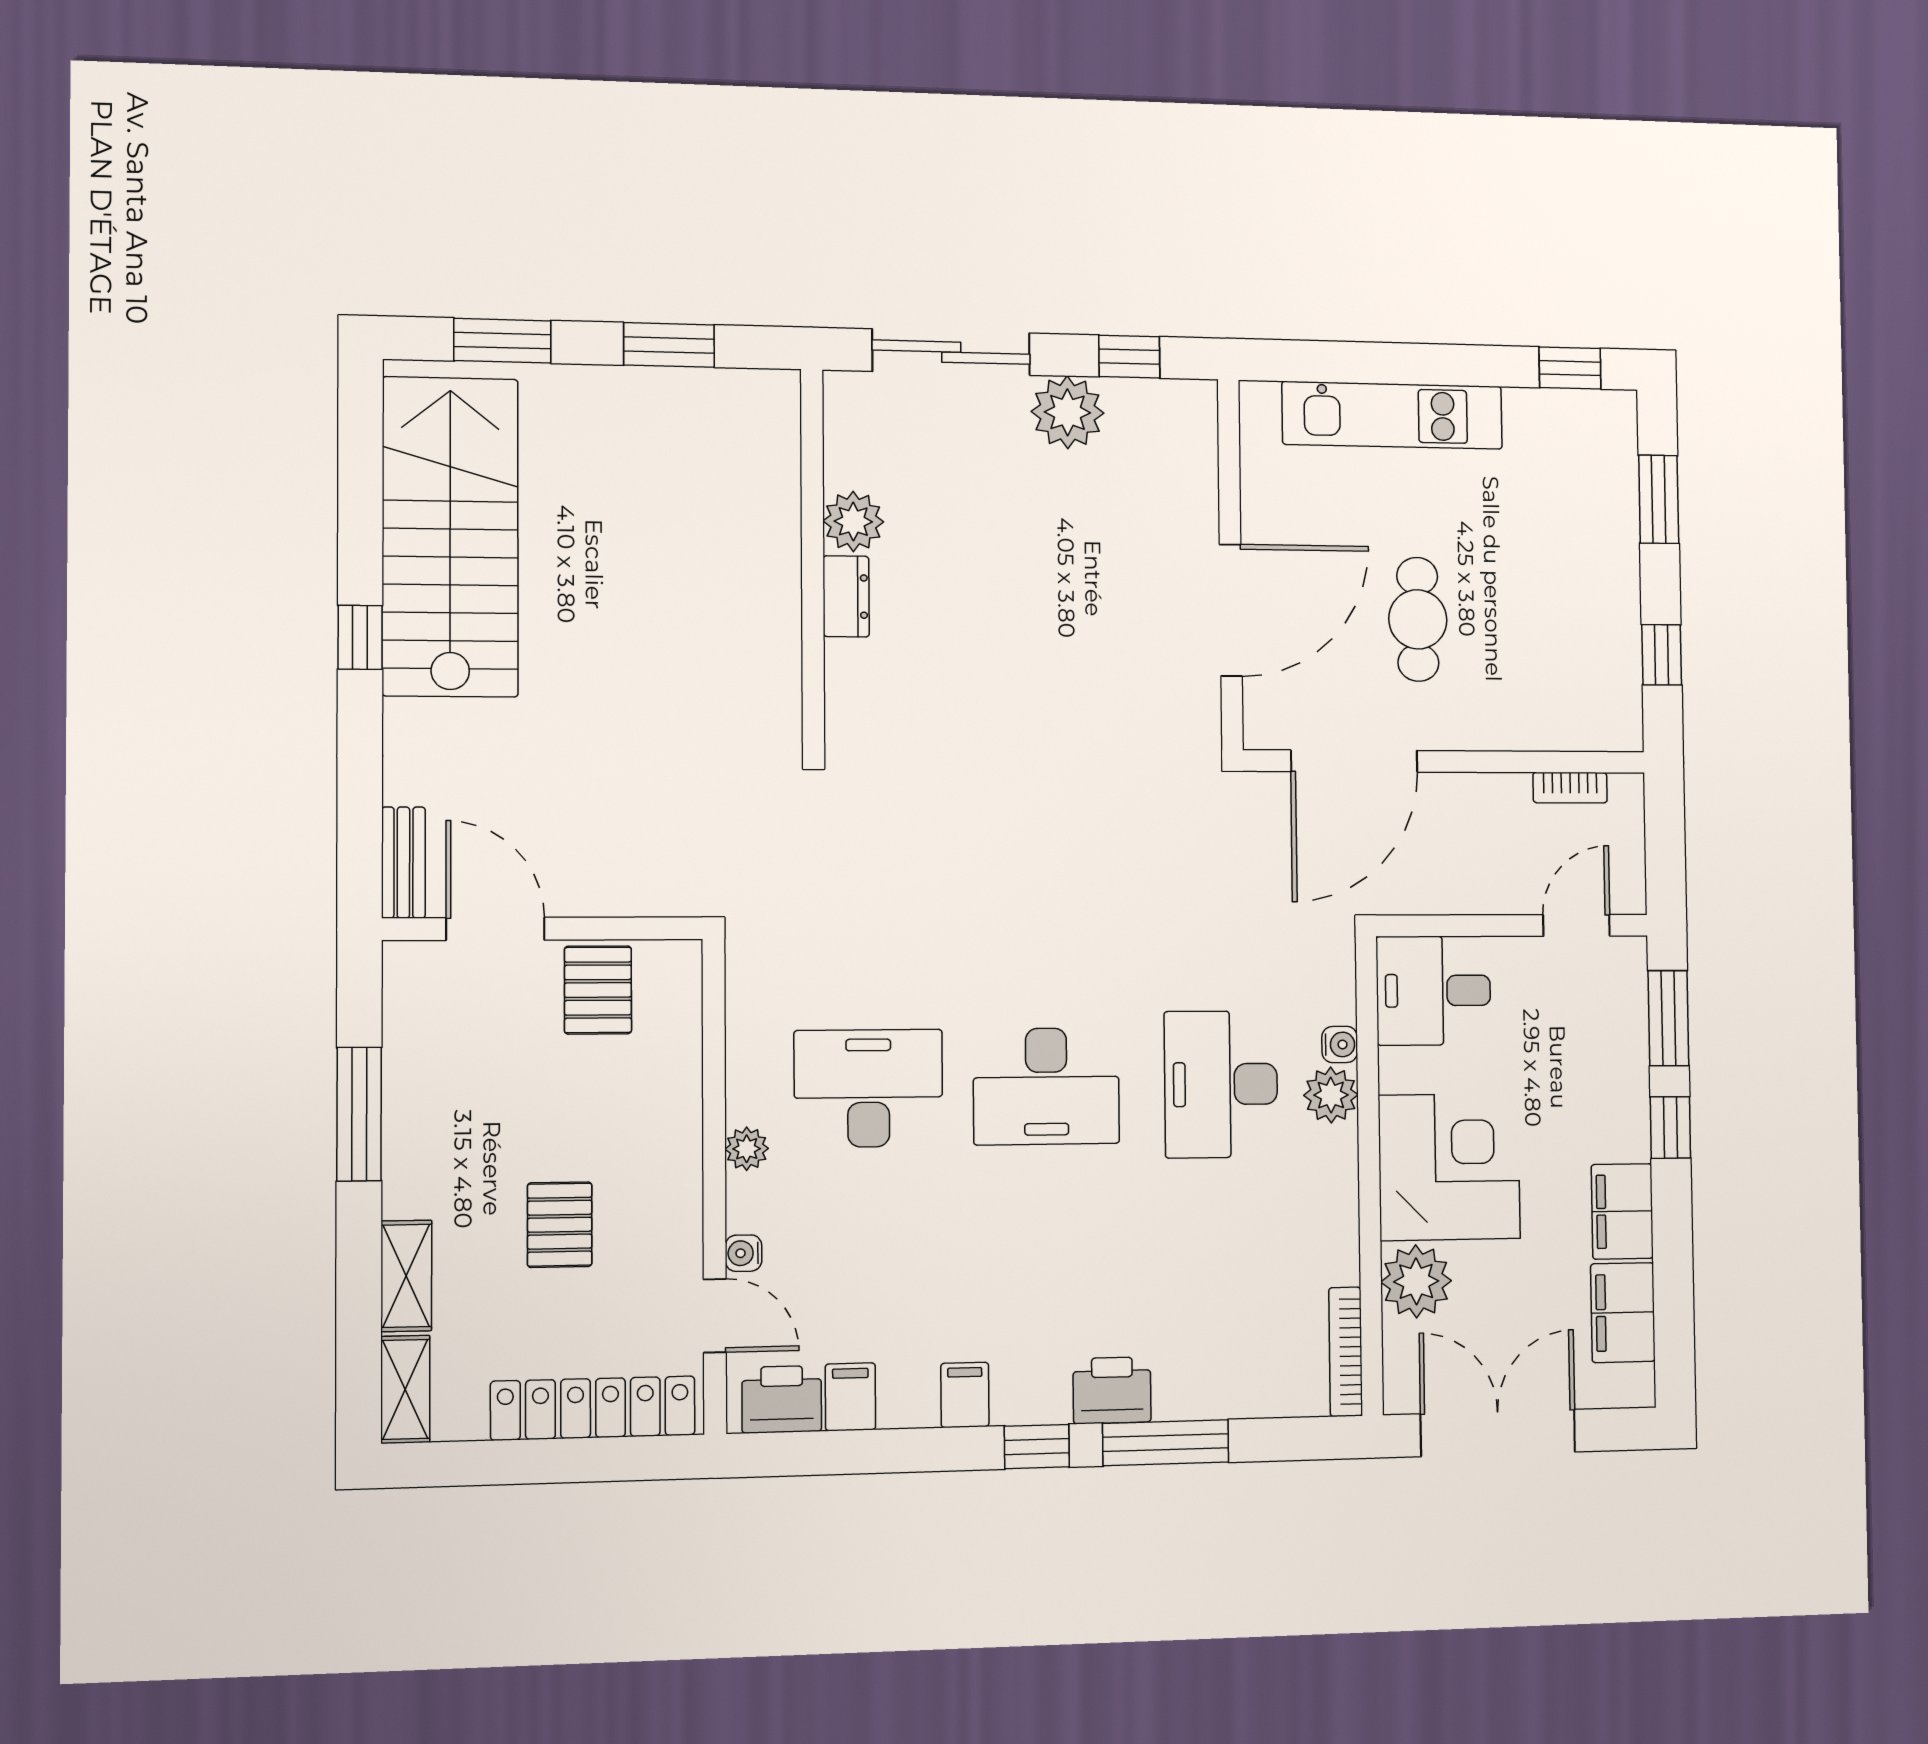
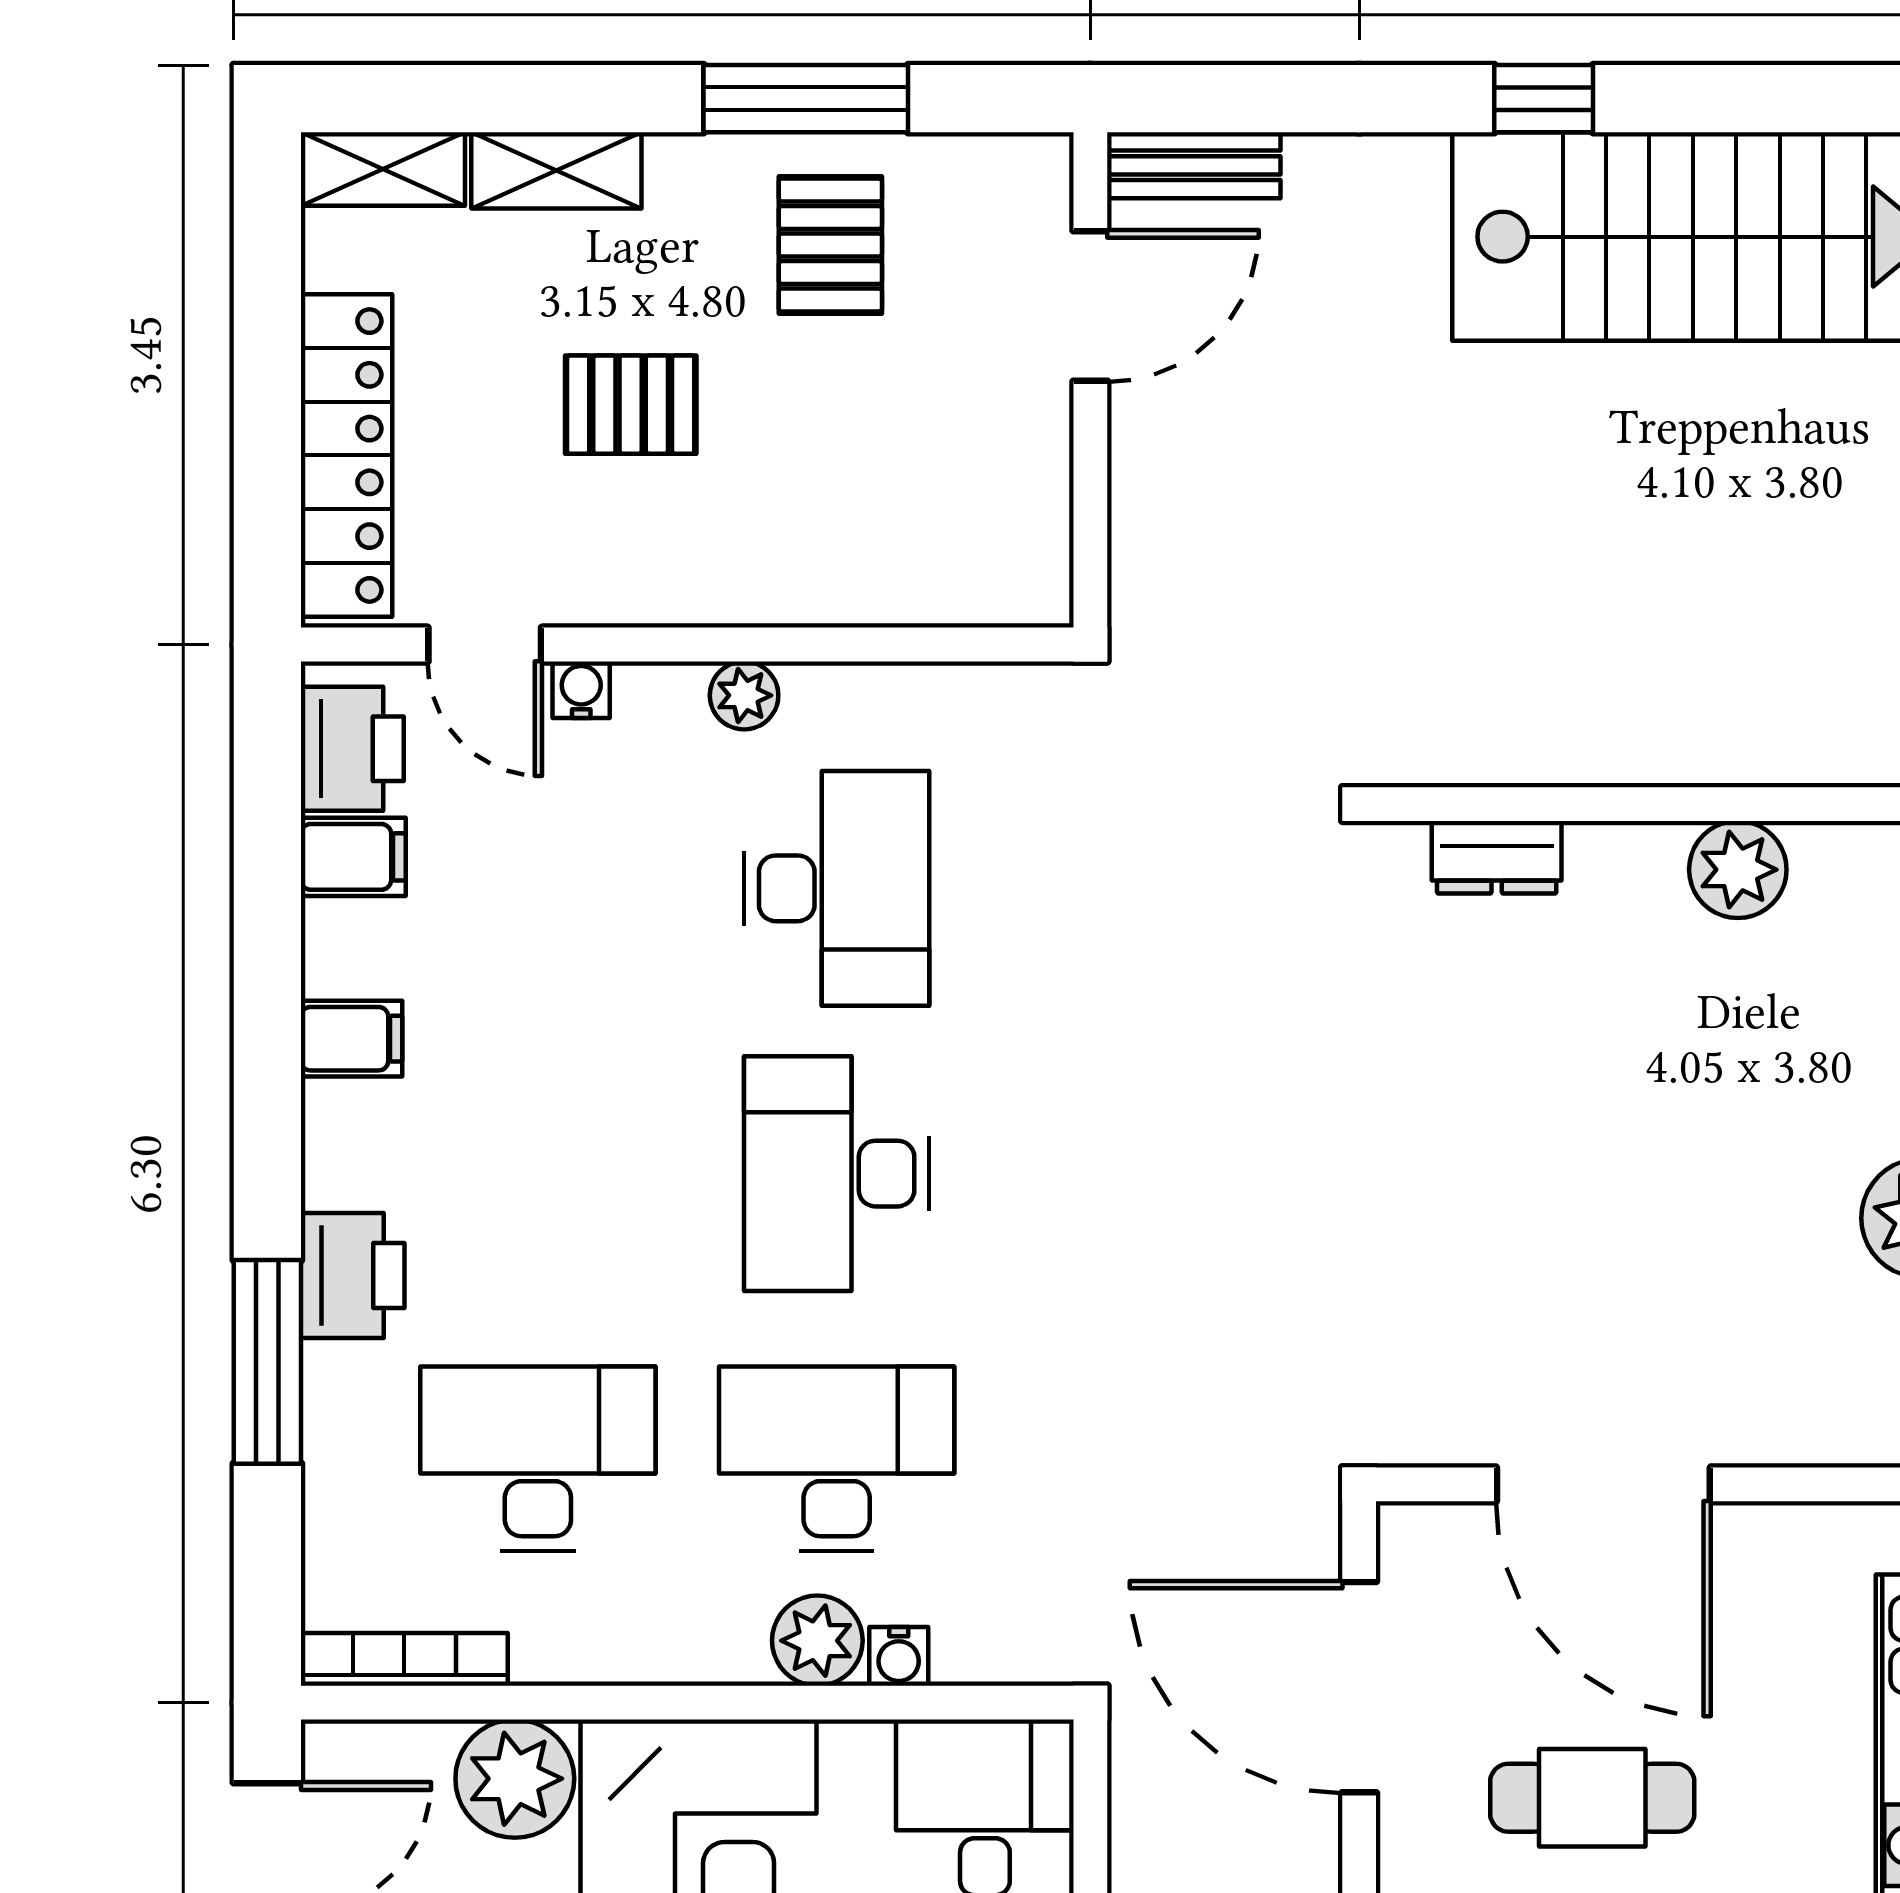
dresser: (846, 596) -> (1497, 857), moved
pallet: (598, 990) -> (830, 245), moved, turned 90
desk: (1223, 1271) -> (538, 1459), added
door: (715, 1316) -> (485, 645), hinge flipped
window: (1037, 1447) -> (267, 1153), removed

